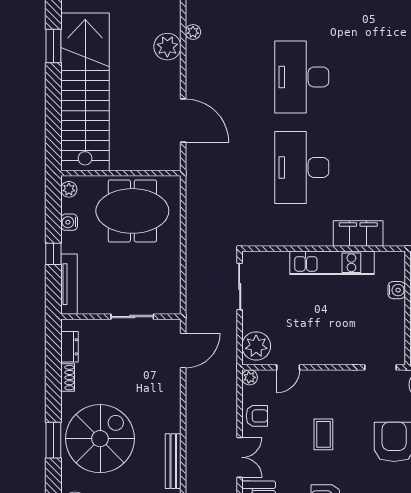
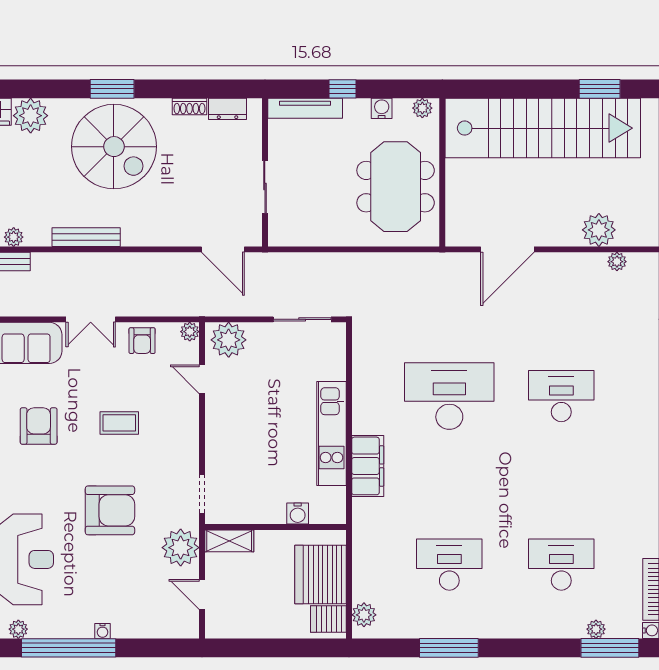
desk: (302, 77) -> (561, 396), width x0.73, depth x0.77

